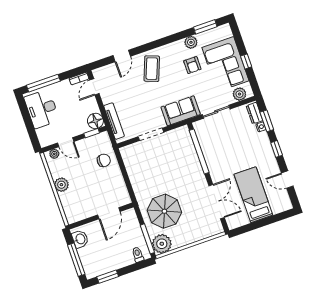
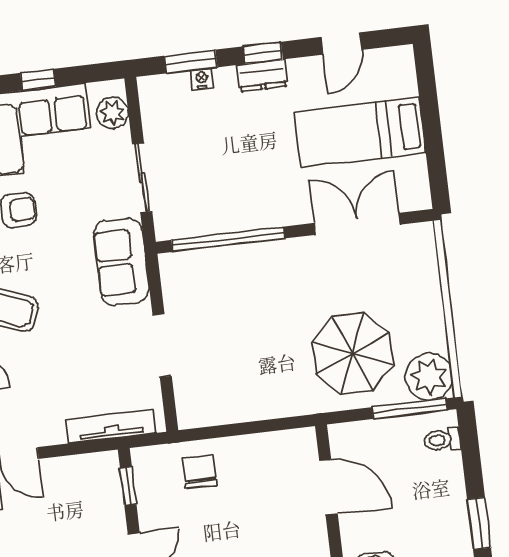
dresser: (254, 113) -> (262, 76), moved
floor lamp: (95, 121) -> (101, 471), removed

